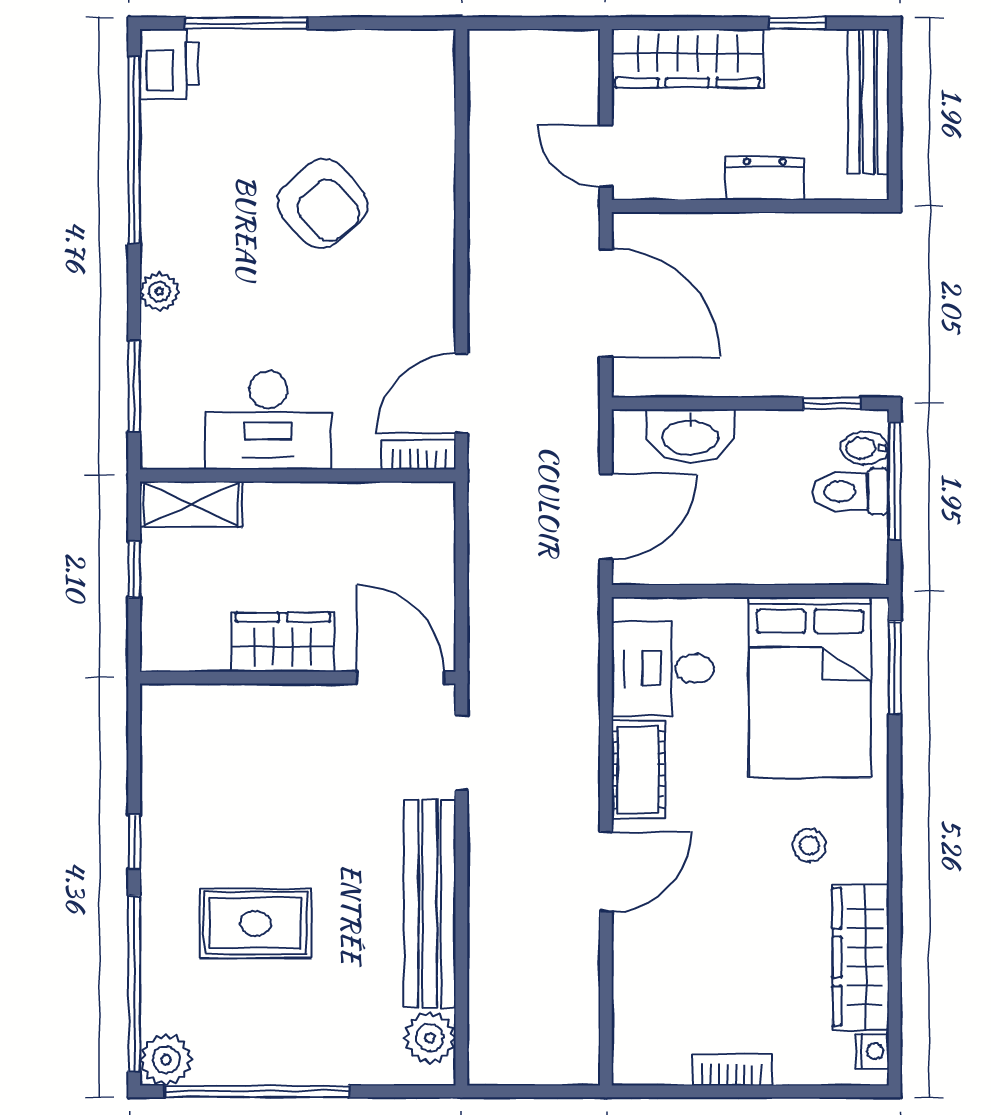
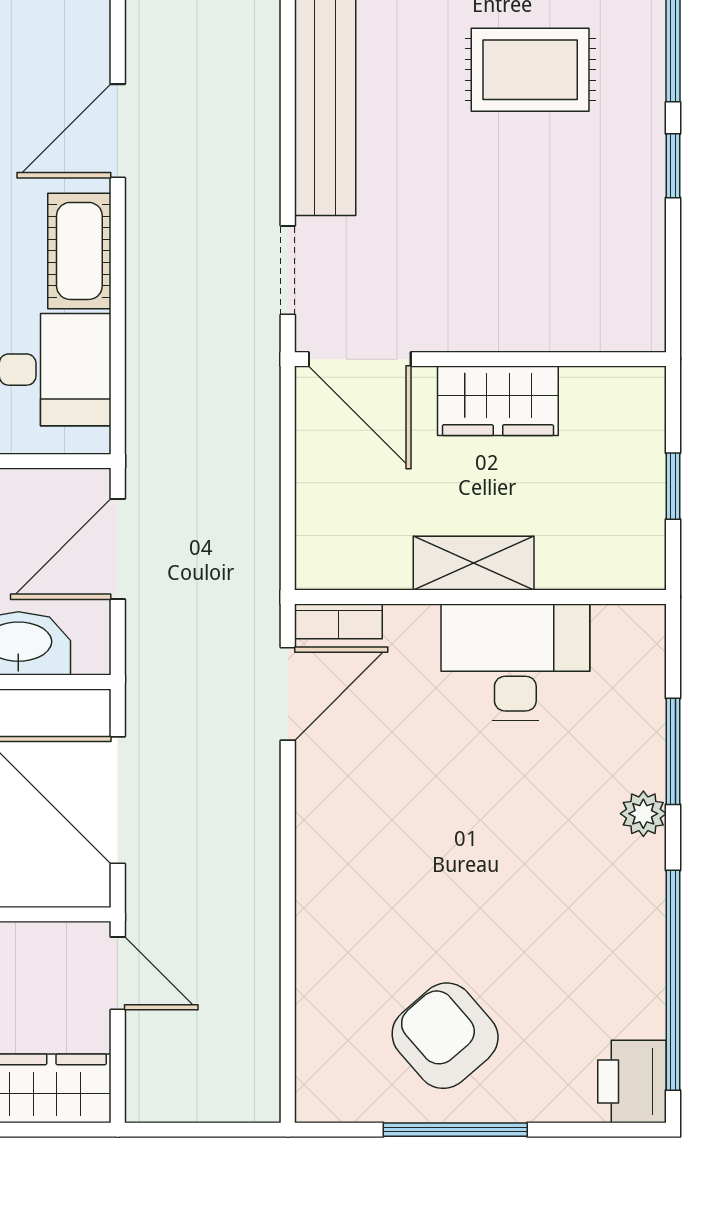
window: (246, 23) -> (455, 1130), moved
armchair: (322, 204) -> (445, 1036), moved
window: (134, 386) -> (673, 751), moved
shelving: (191, 504) -> (474, 563), moved

